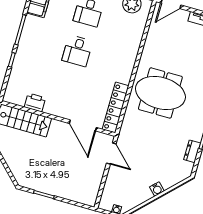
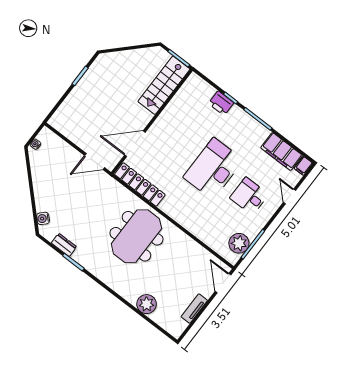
desk: (77, 51) -> (213, 169), width x1.87, depth x1.30
printer: (35, 103) -> (221, 103), moved, turned 90
water cooler: (157, 189) -> (43, 218), moved

